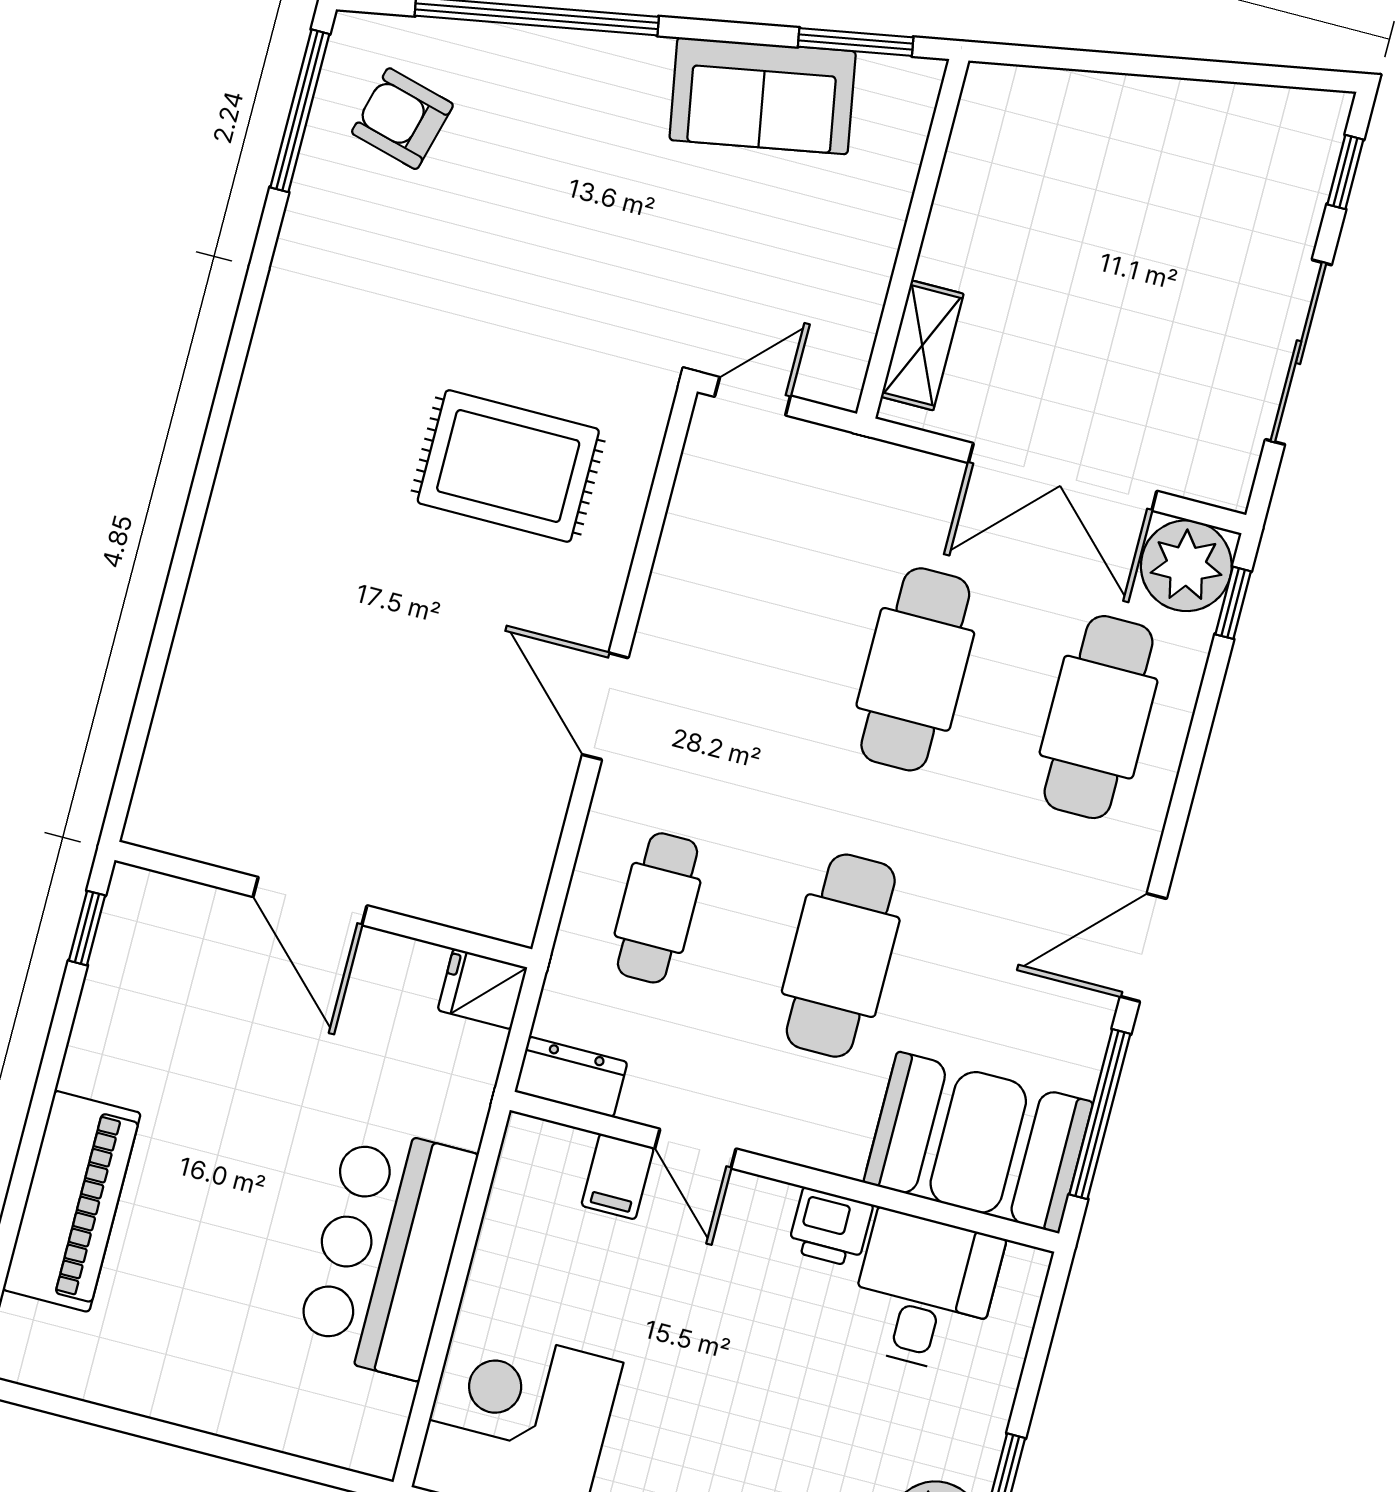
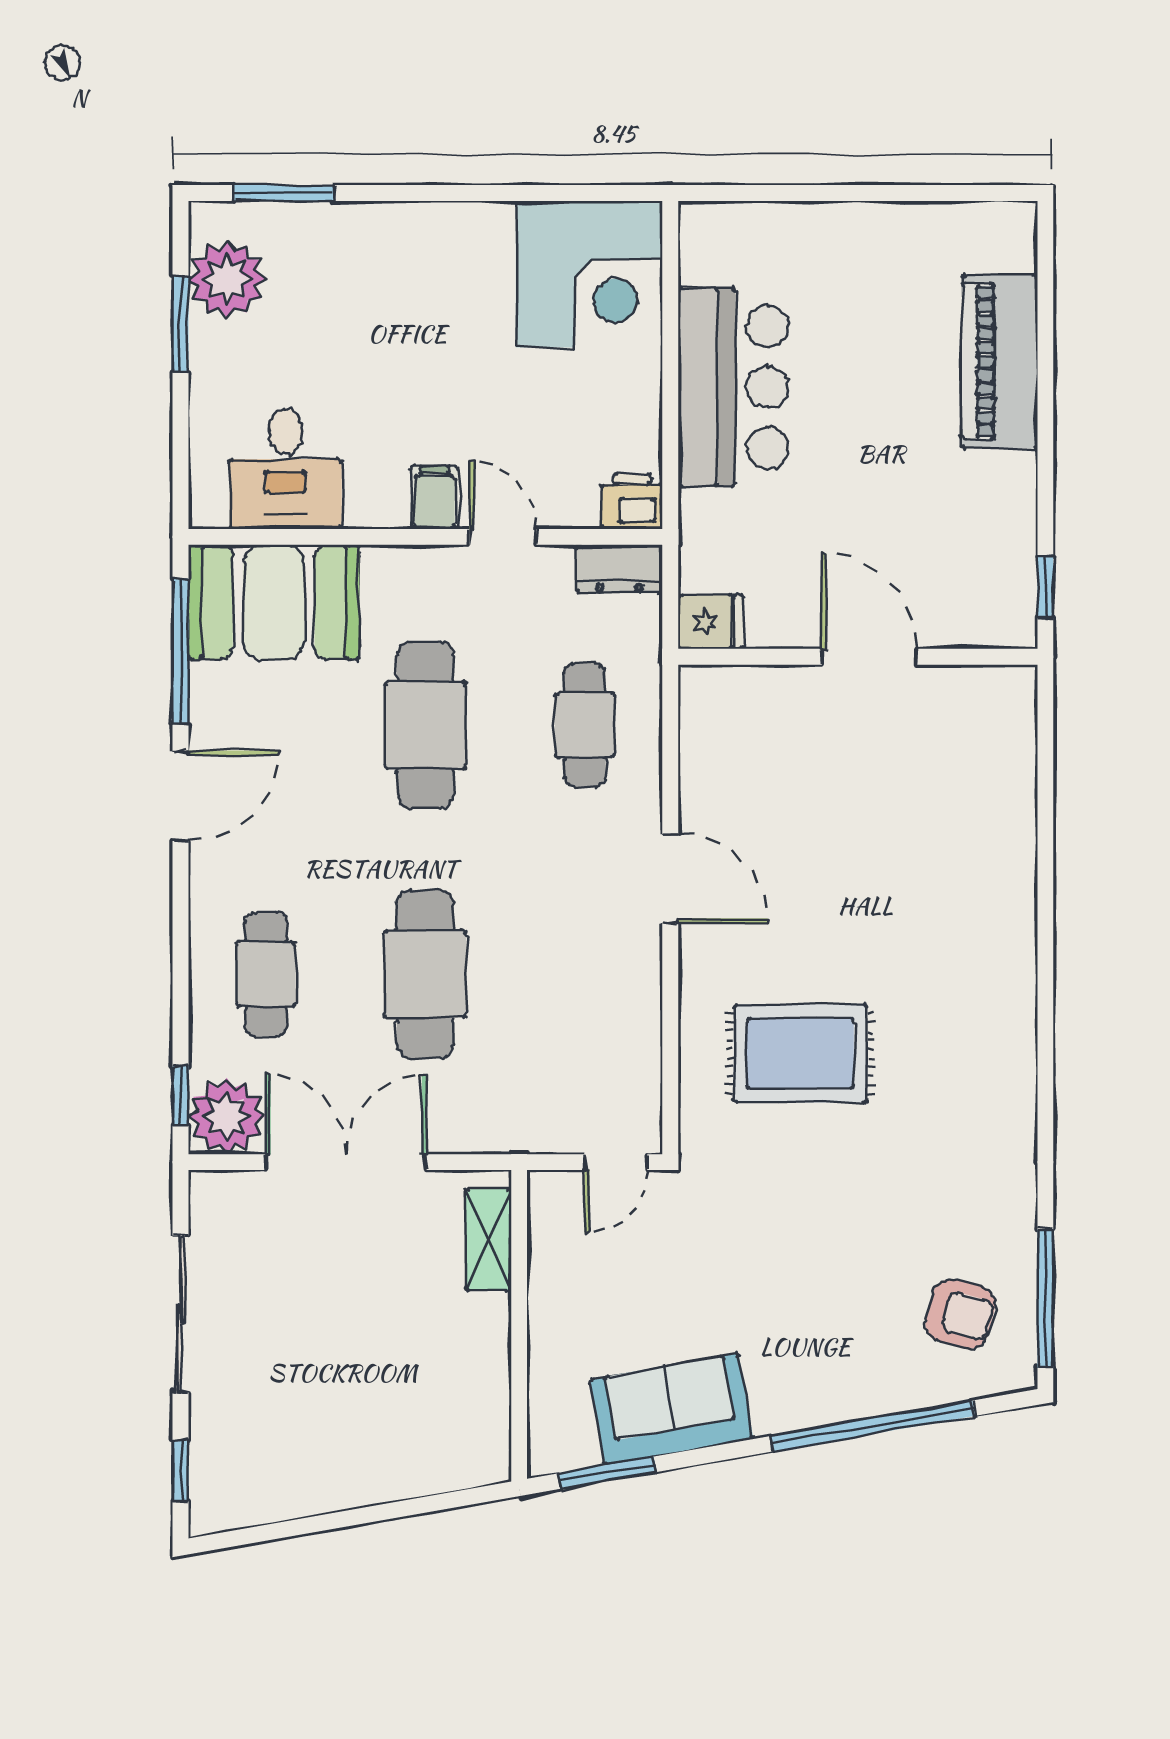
cafe table: (1099, 717) -> (266, 974), width x0.73, depth x0.74
filing cabinet: (618, 1177) -> (435, 498), moved
printer: (830, 1227) -> (632, 501), moved

